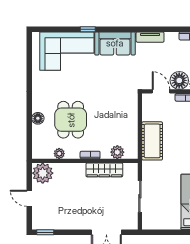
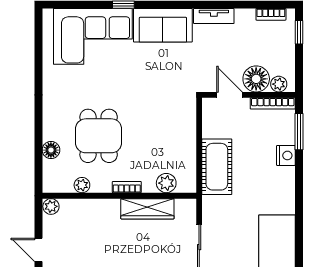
floor lamp: (38, 118) -> (51, 150), moved
plant: (43, 173) -> (51, 206), width x0.53, depth x0.53

